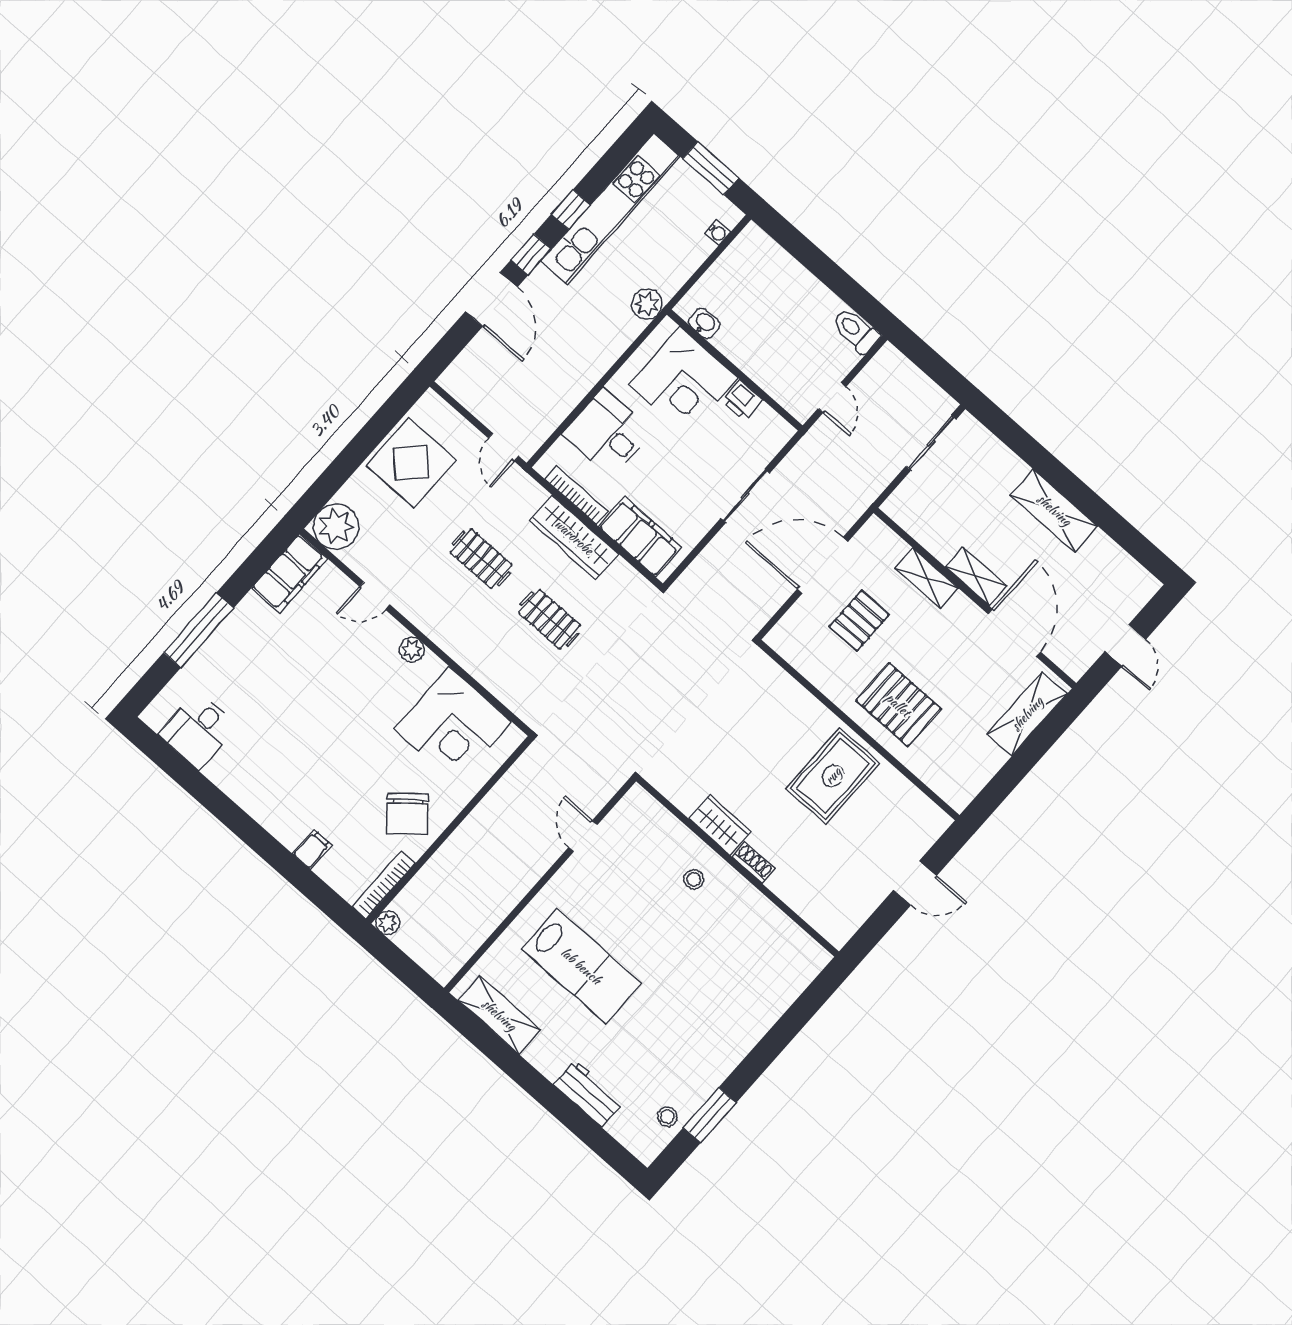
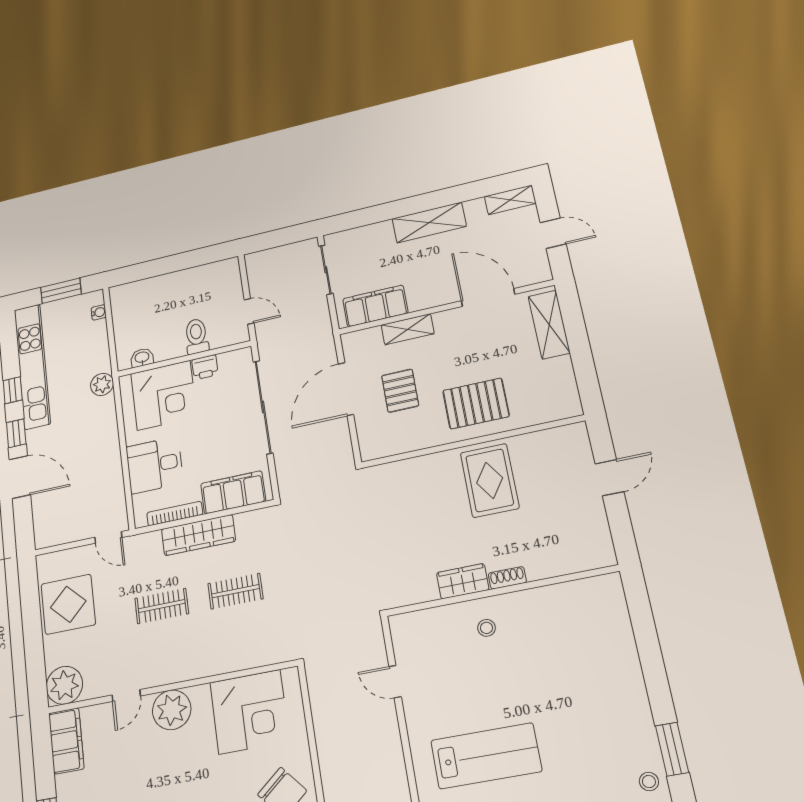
toilet: (856, 331) -> (196, 336), moved, turned 90
sliding door: (745, 496) -> (263, 407), width x1.86
filing cabinet: (928, 526) -> (375, 306), added
shelving: (976, 577) -> (510, 200), moved
plant: (412, 650) -> (172, 710), width x1.88, depth x1.88

